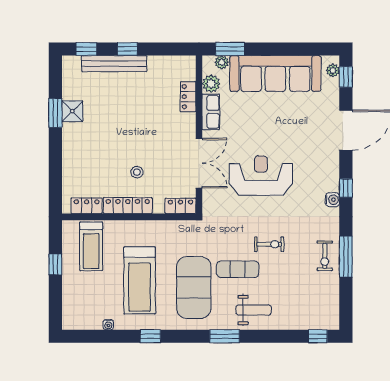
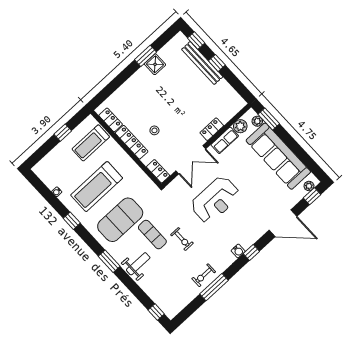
locker: (188, 97) -> (212, 129), moved
reception desk: (261, 176) -> (215, 200), turned 90
weight bench: (254, 310) -> (138, 264), turned -90

